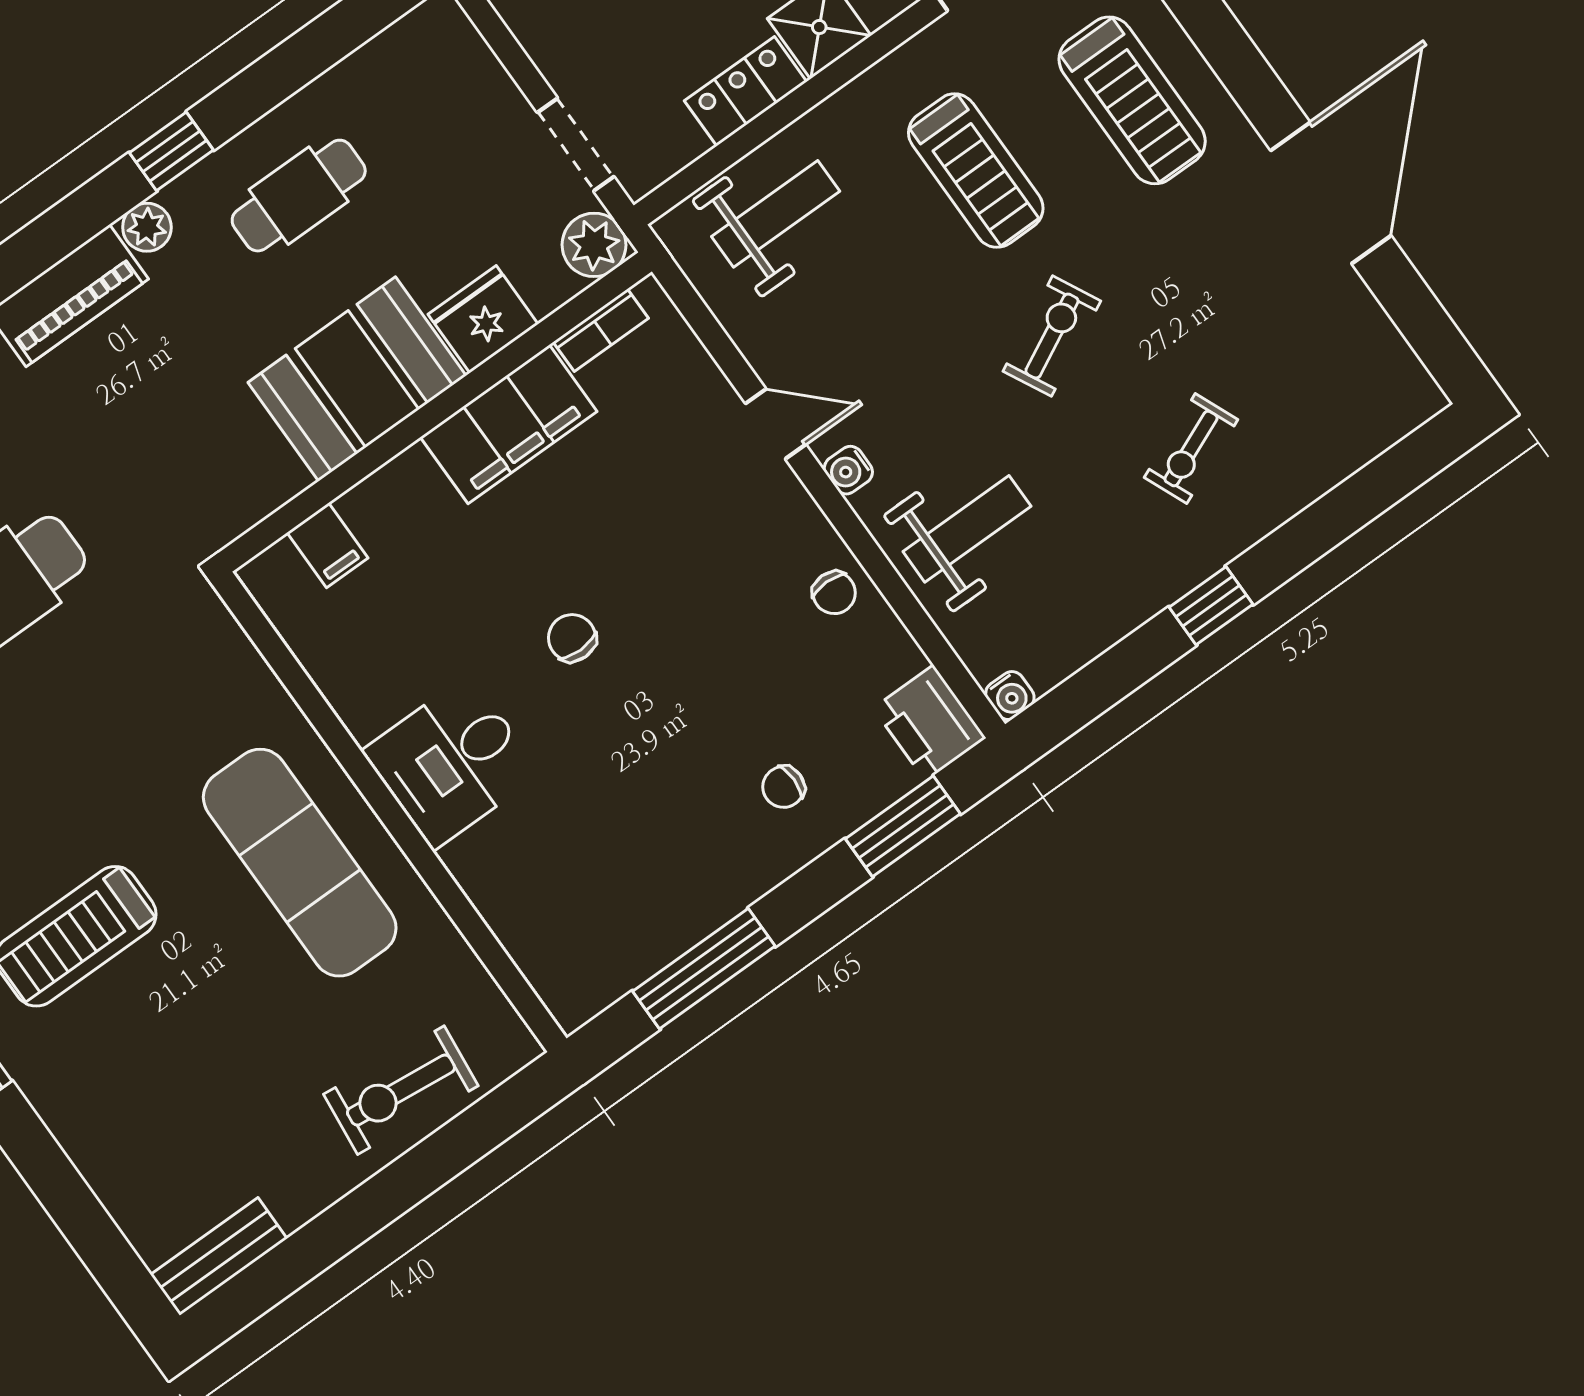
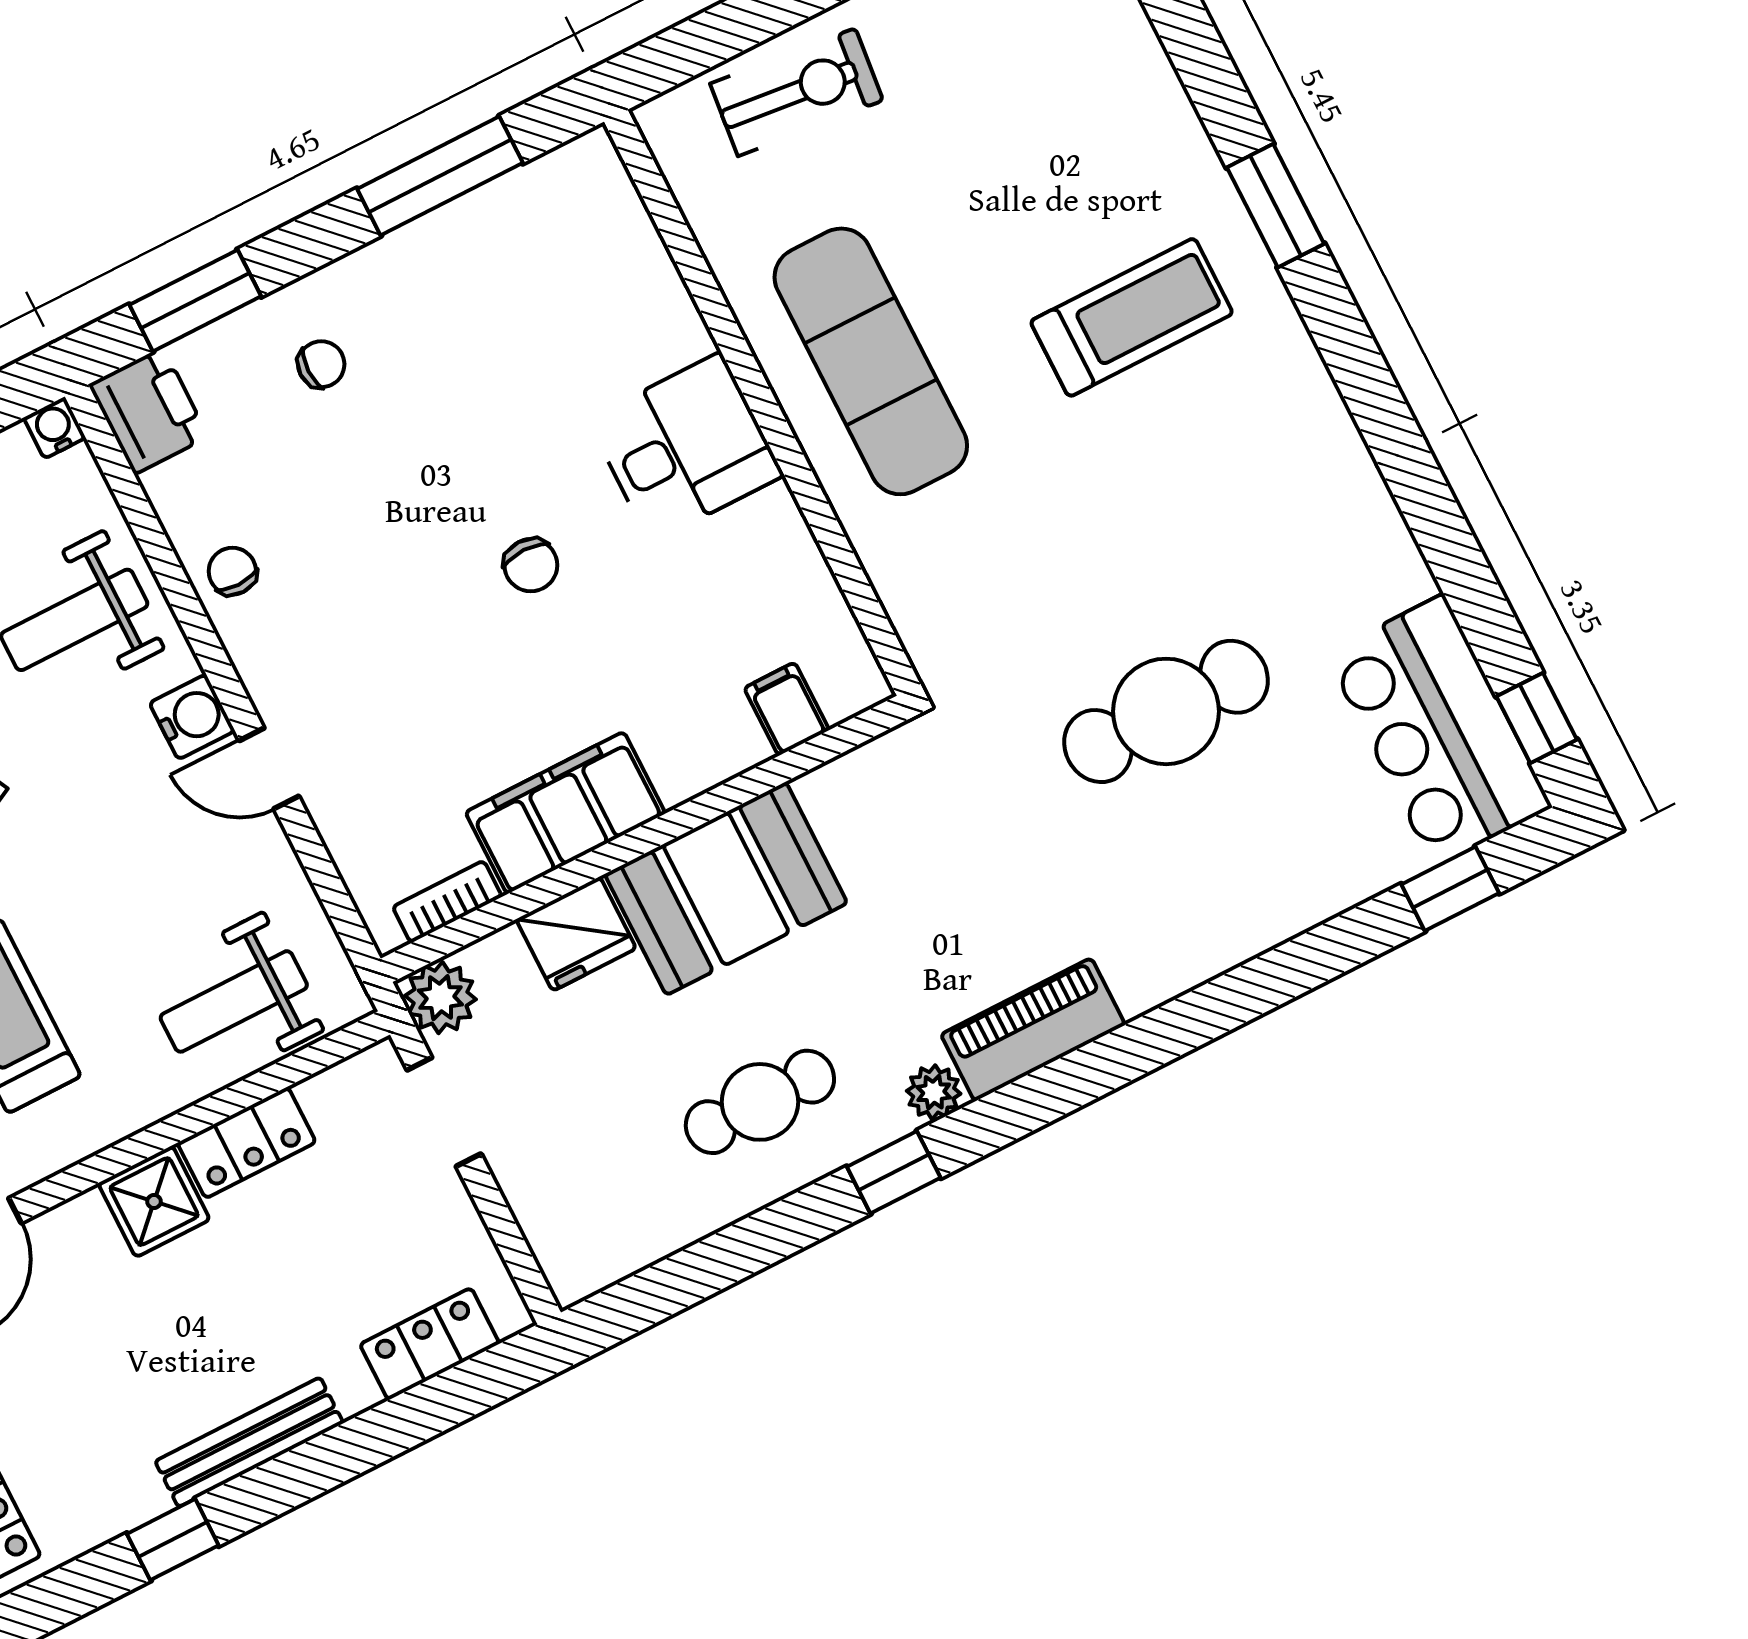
water cooler: (848, 470) -> (192, 717), width x1.38, depth x1.38

